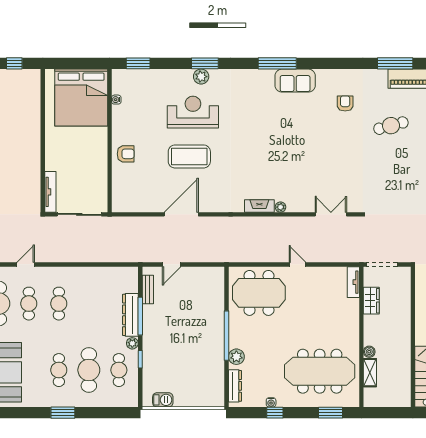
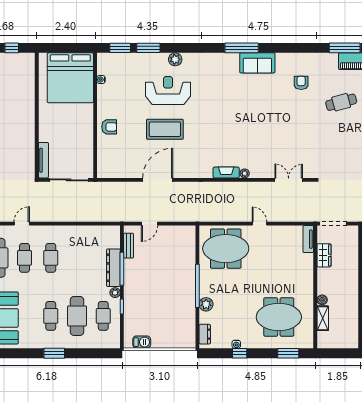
window: (205, 63) -> (148, 48), moved
meeting table: (320, 371) -> (279, 317), width x0.73
dresser: (235, 386) -> (205, 334), width x0.70

